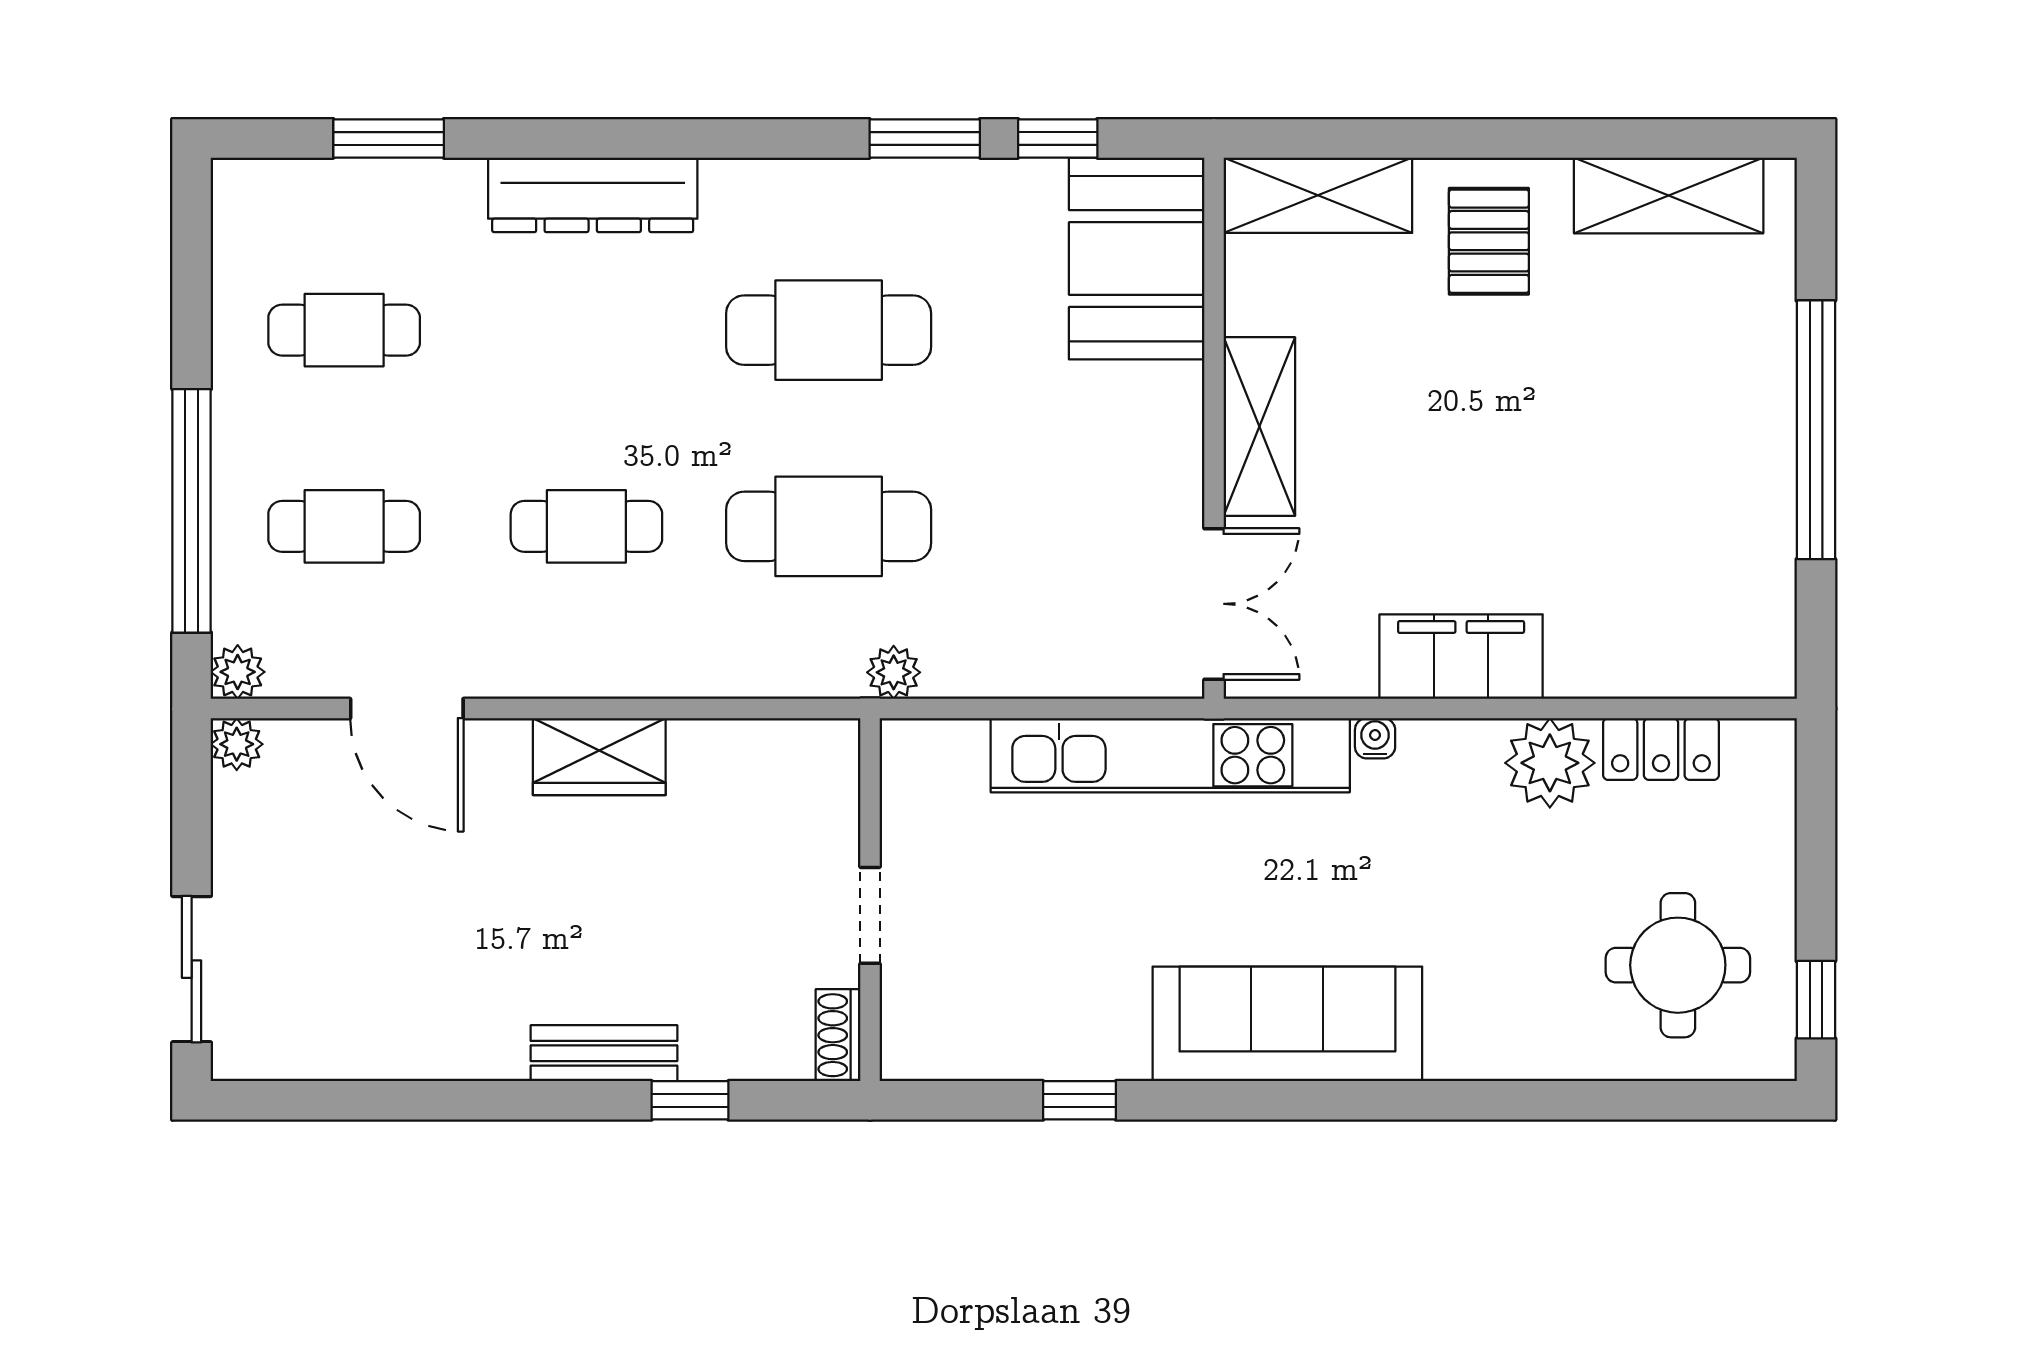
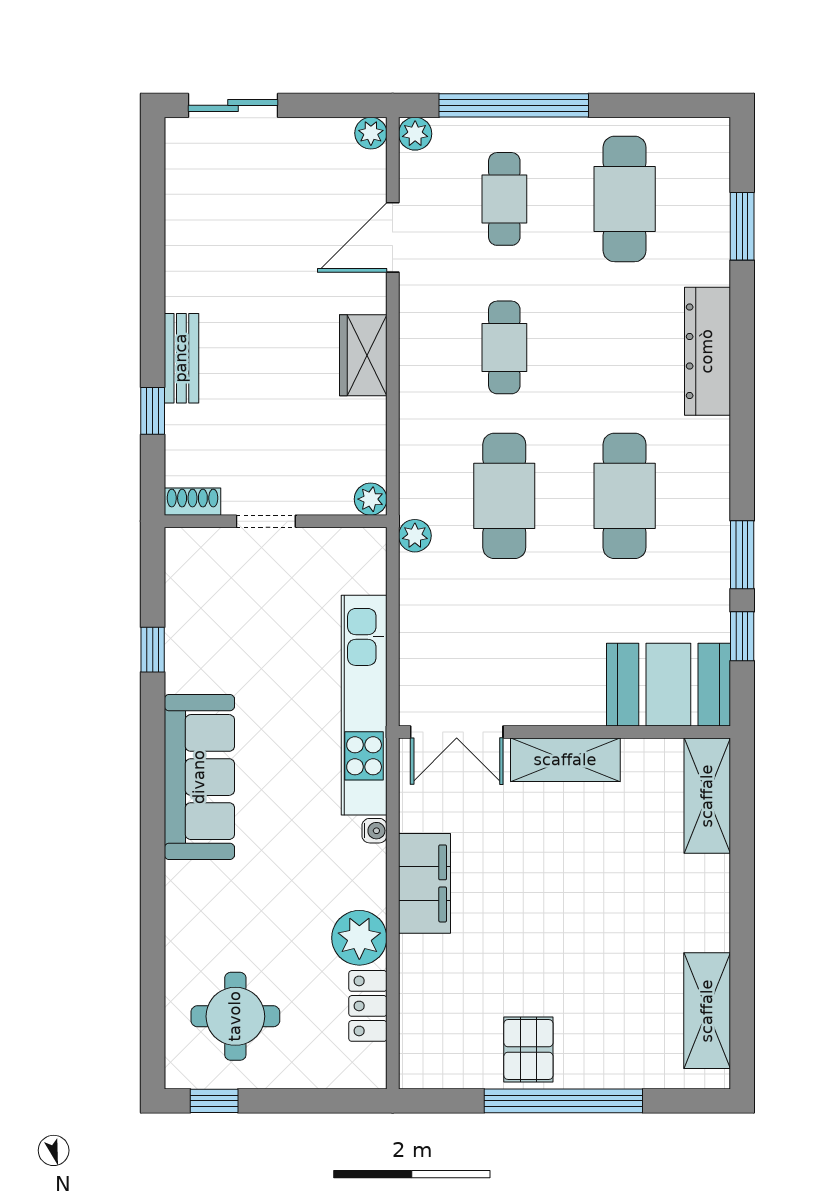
pallet: (1489, 241) -> (528, 1050), moved, turned 90
cafe table: (344, 330) -> (625, 199), width x1.37, depth x1.35
plant: (834, 745) -> (371, 499), added

